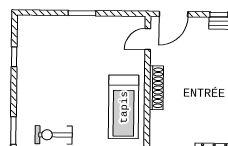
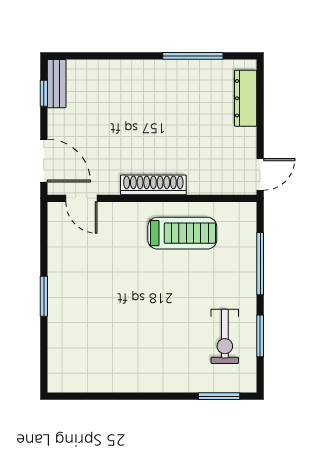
window: (14, 57) -> (110, 396), removed
treadmill: (124, 107) -> (182, 233), width x0.73, depth x0.73

